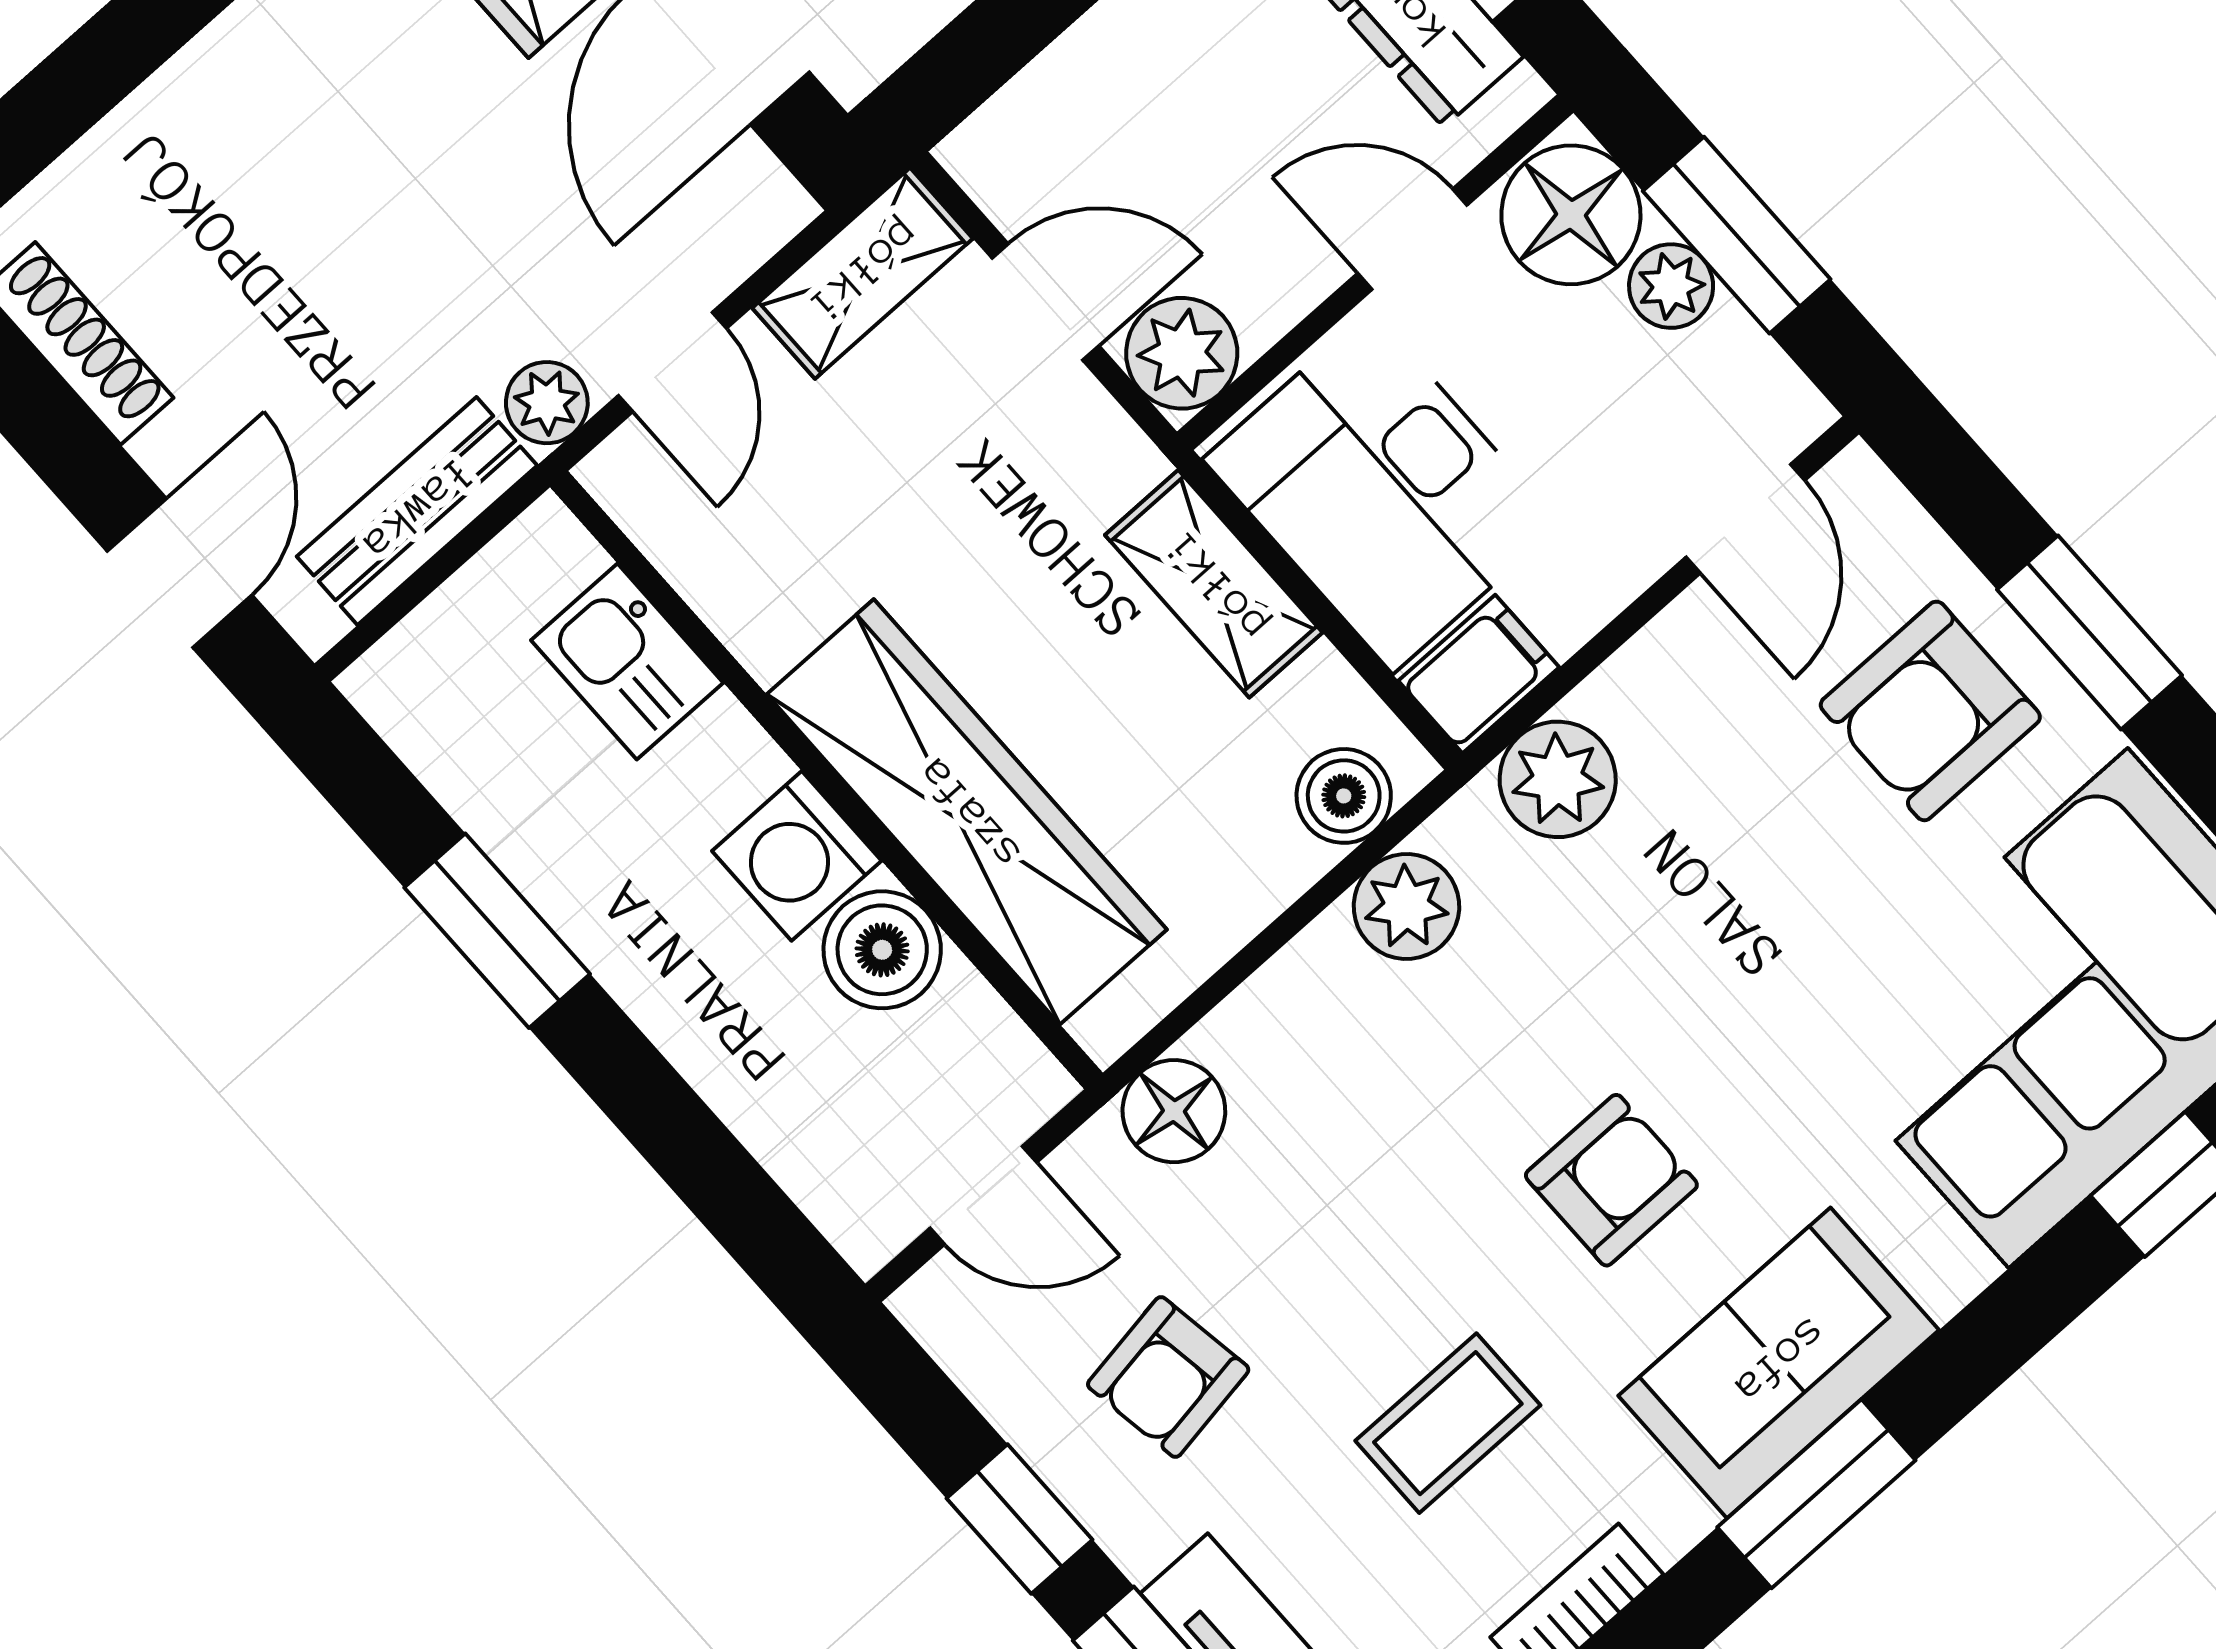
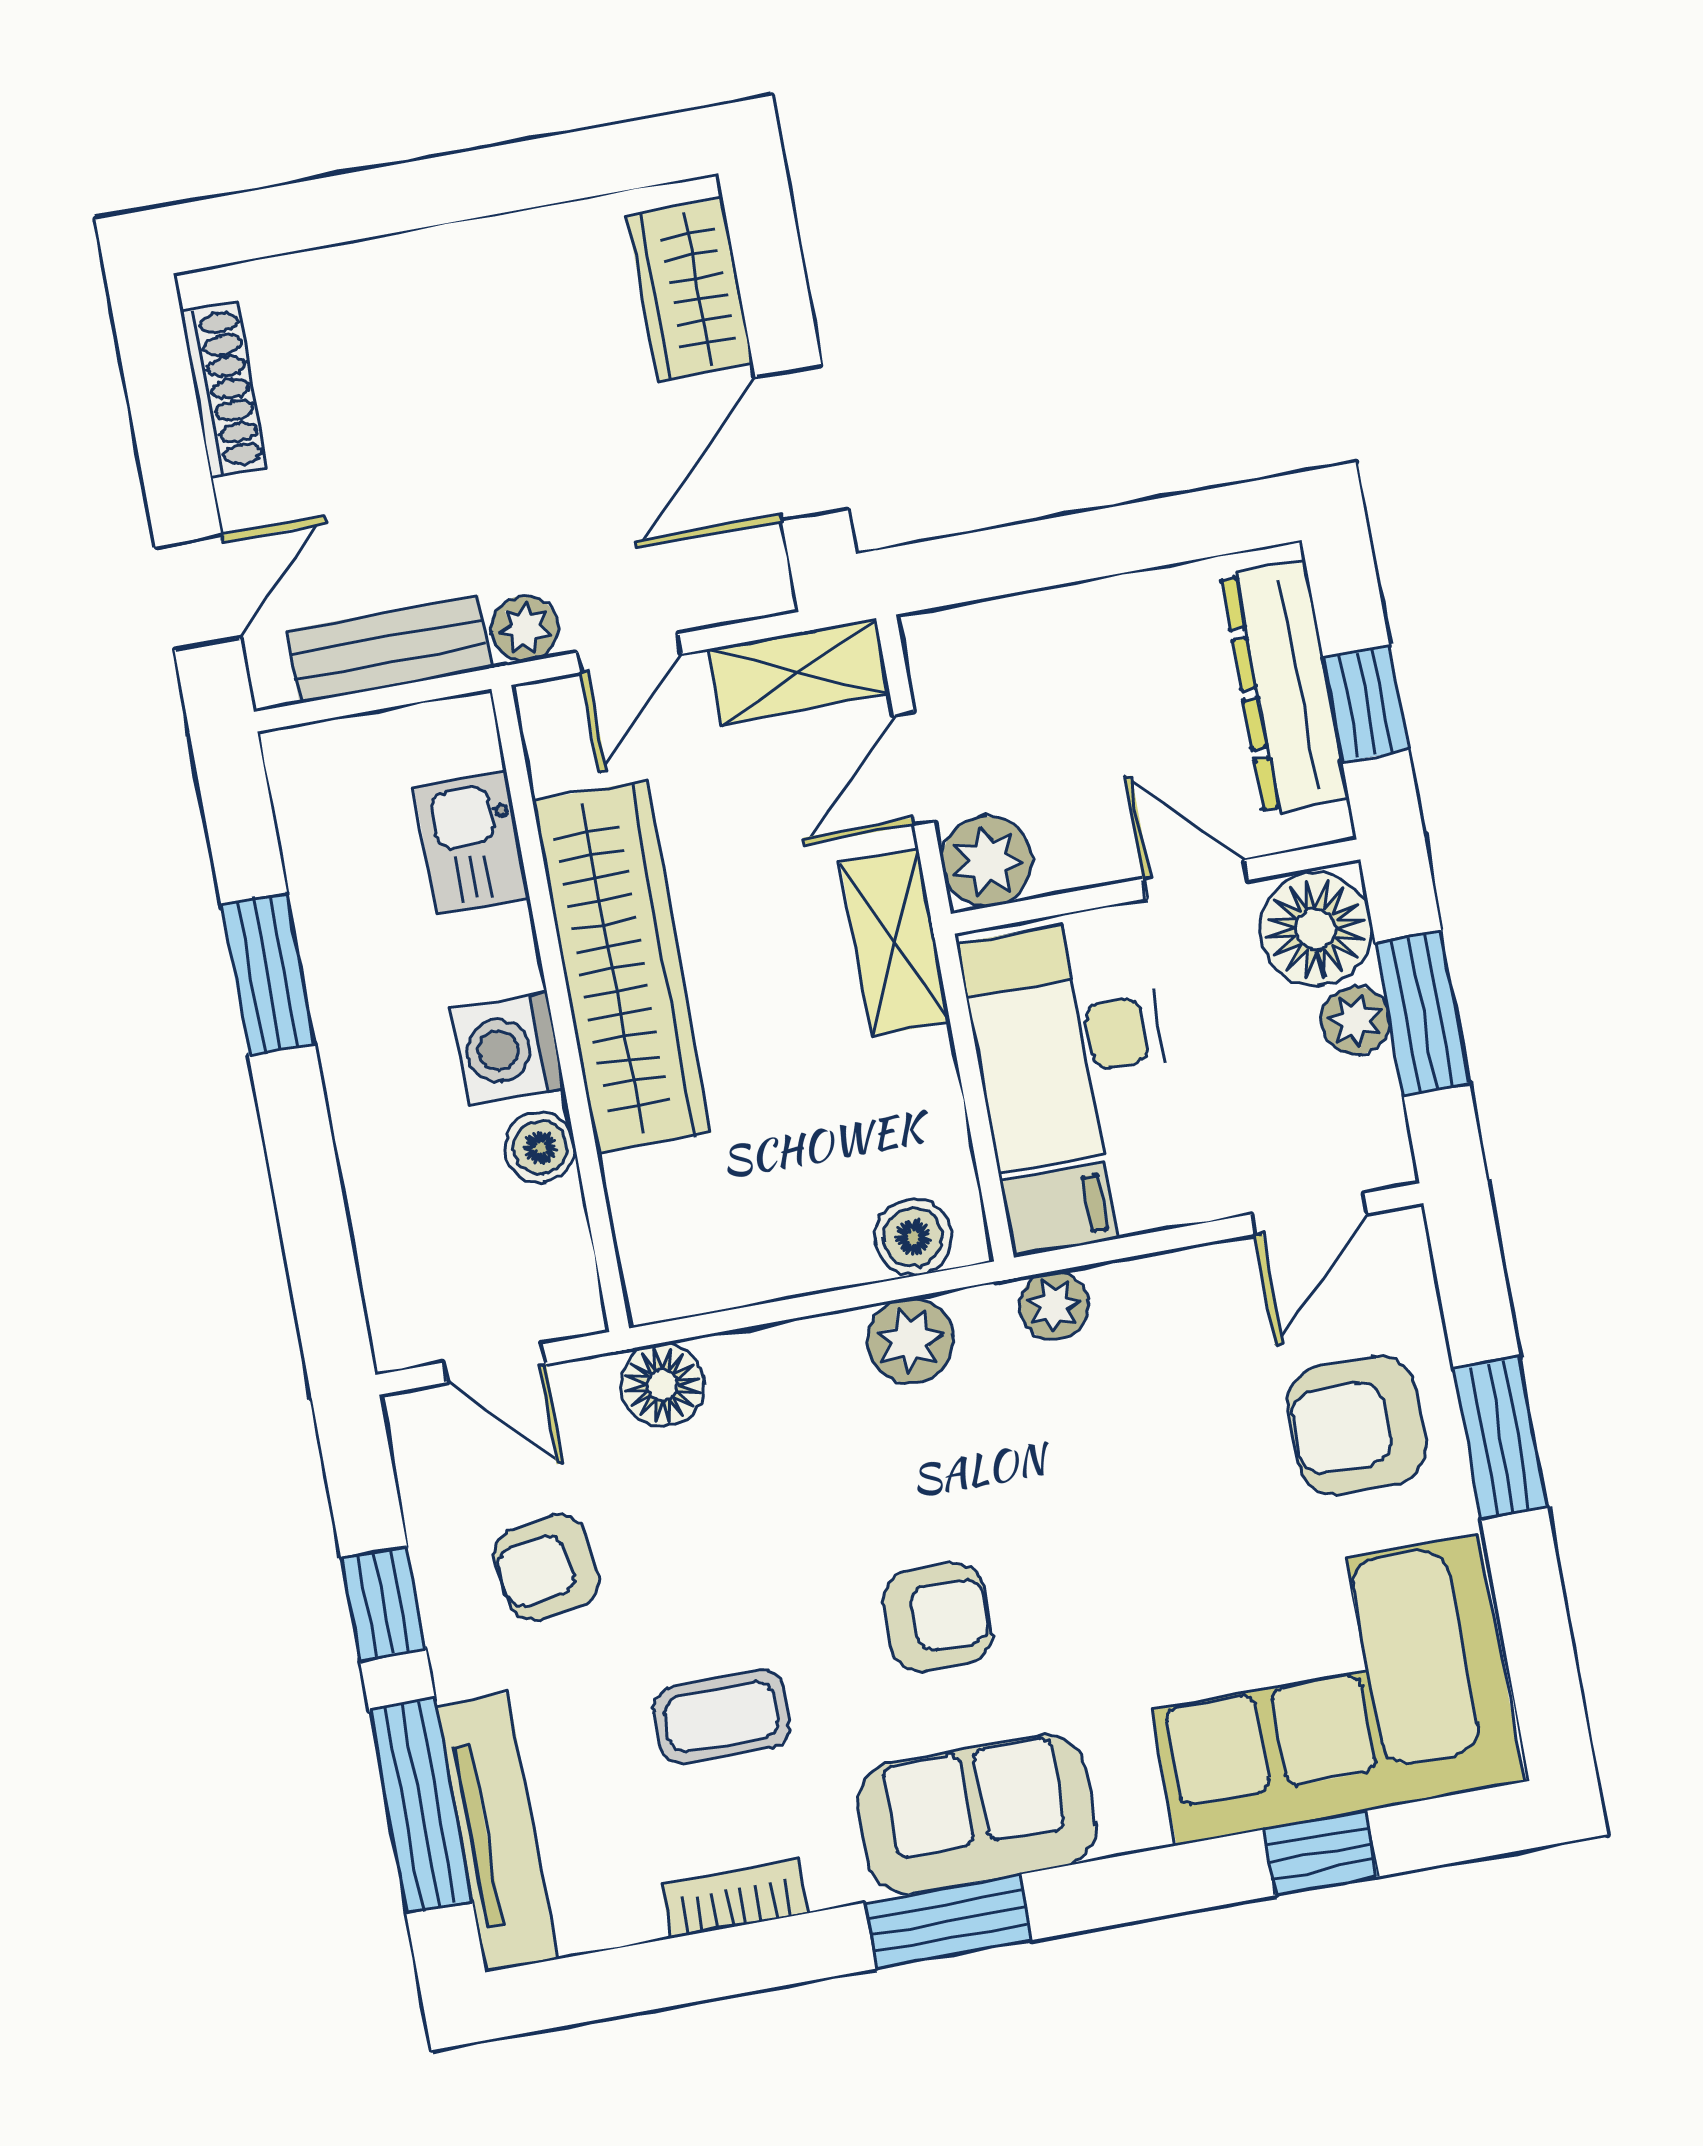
door: (1045, 302) -> (914, 768), swing flipped
shelving: (1214, 584) -> (895, 942), moved
plant: (1558, 779) -> (1054, 1306), width x0.73, depth x0.73
wardrobe: (967, 812) -> (622, 967), moved
boiler: (882, 950) -> (540, 1148), width x0.73, depth x0.73

